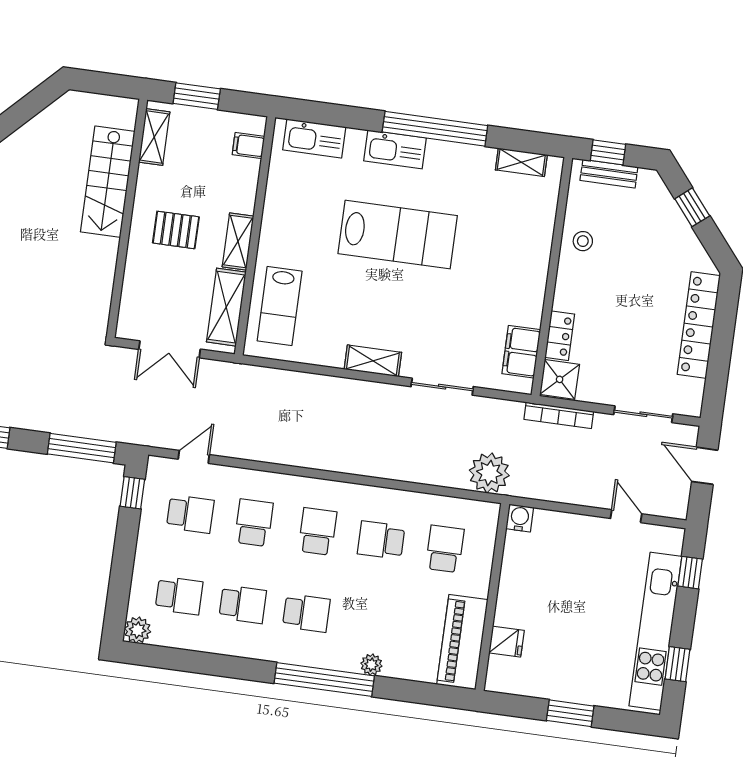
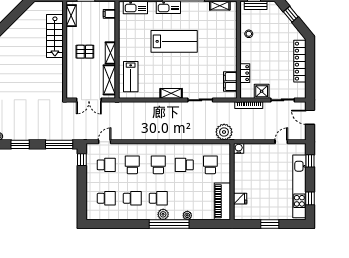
shower: (560, 379) -> (262, 91), moved
door: (626, 516) -> (281, 142), hinge flipped
plant: (138, 630) -> (163, 214), moved

